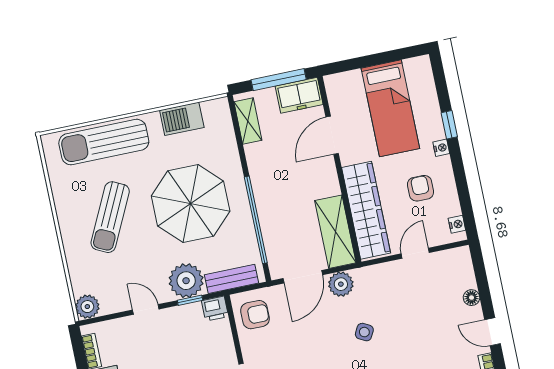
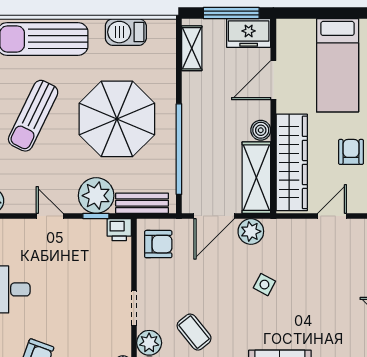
boiler: (330, 186) -> (261, 130), added

